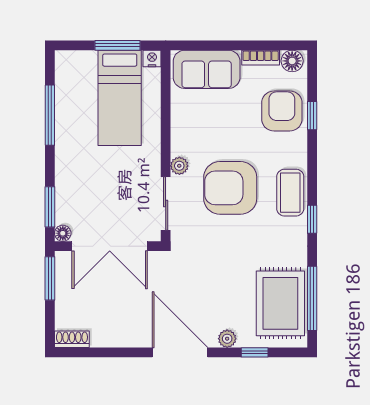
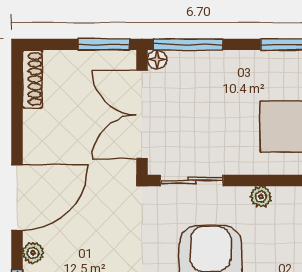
plant: (179, 166) -> (261, 197), moved
window: (50, 207) -> (188, 44), width x1.44
shoe rack: (72, 339) -> (32, 79), width x1.43

